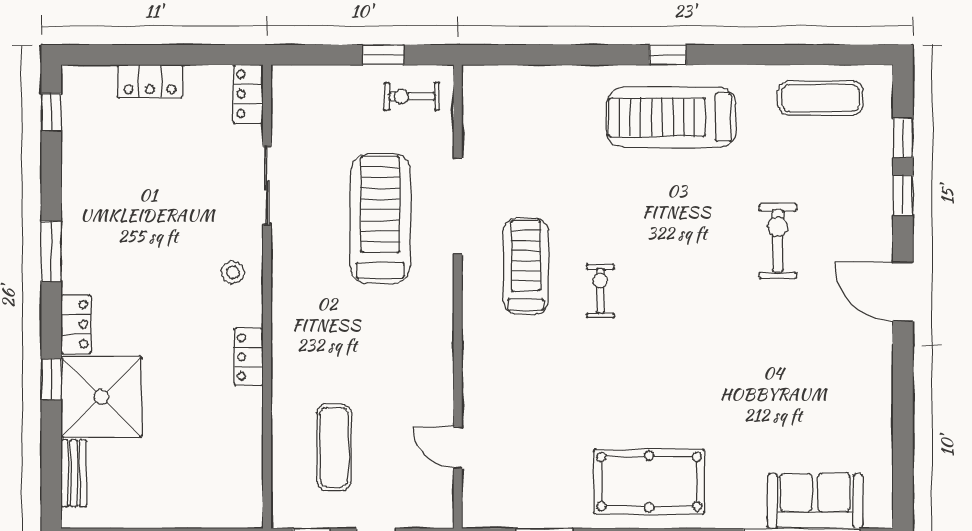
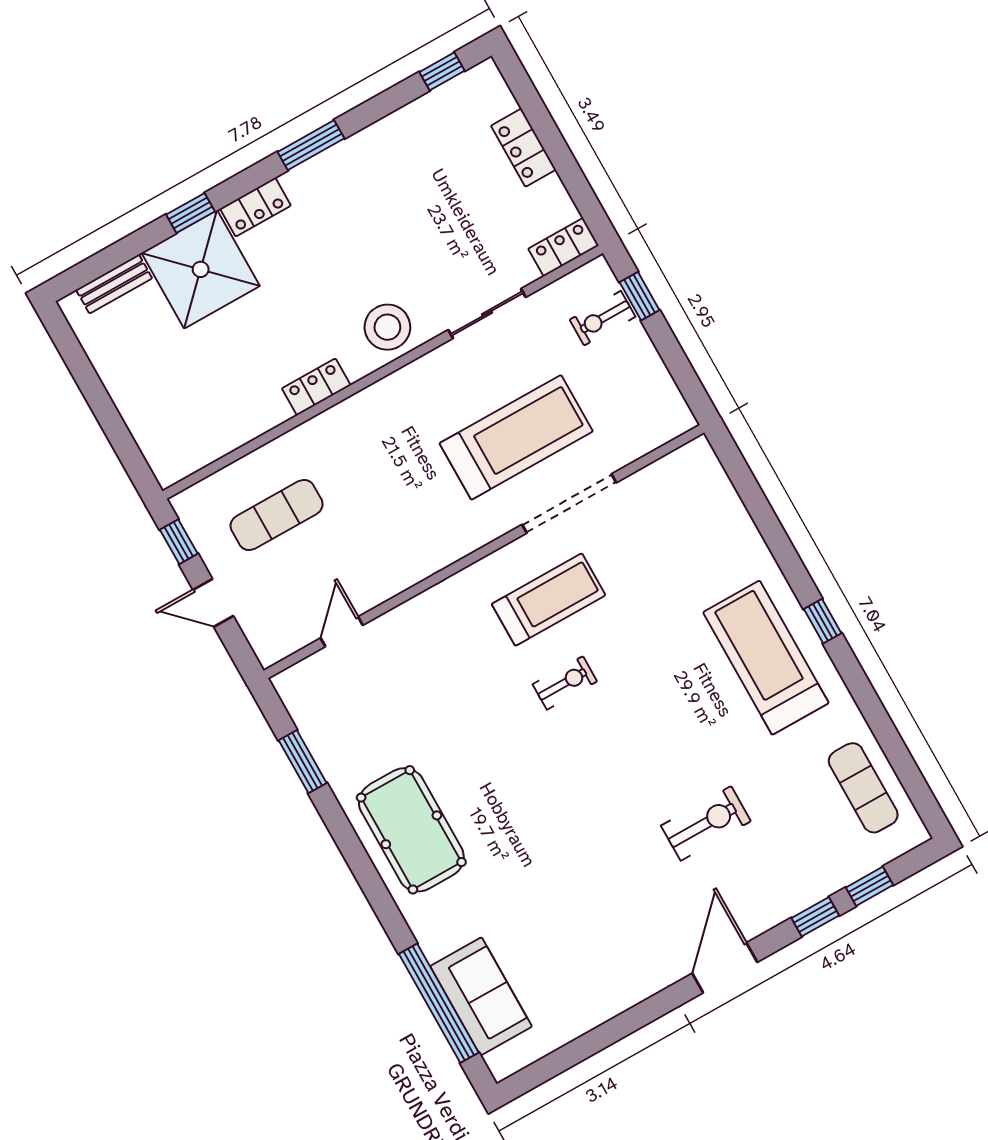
window: (383, 55) -> (640, 296), moved
exercise bike: (412, 96) -> (602, 318), moved, turned -90
stool: (233, 272) -> (387, 327), width x1.89, depth x1.89

